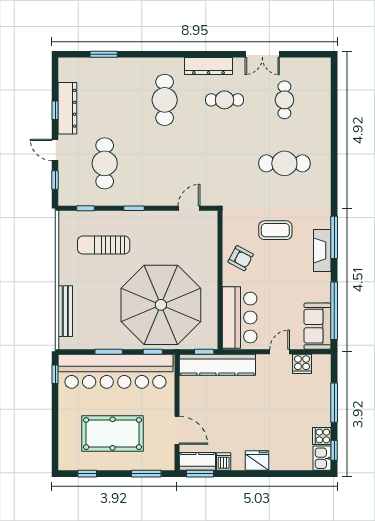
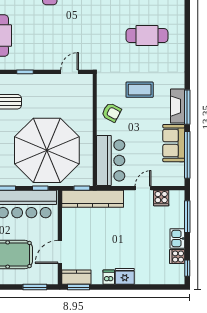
window: (334, 237) -> (187, 107), moved
sofa: (318, 326) -> (174, 143), moved
window: (334, 403) -> (187, 217), moved
door: (177, 430) -> (60, 252), swing flipped
kitchen sink: (322, 458) -> (177, 239), moved
dishwasher: (224, 462) -> (109, 277), moved

